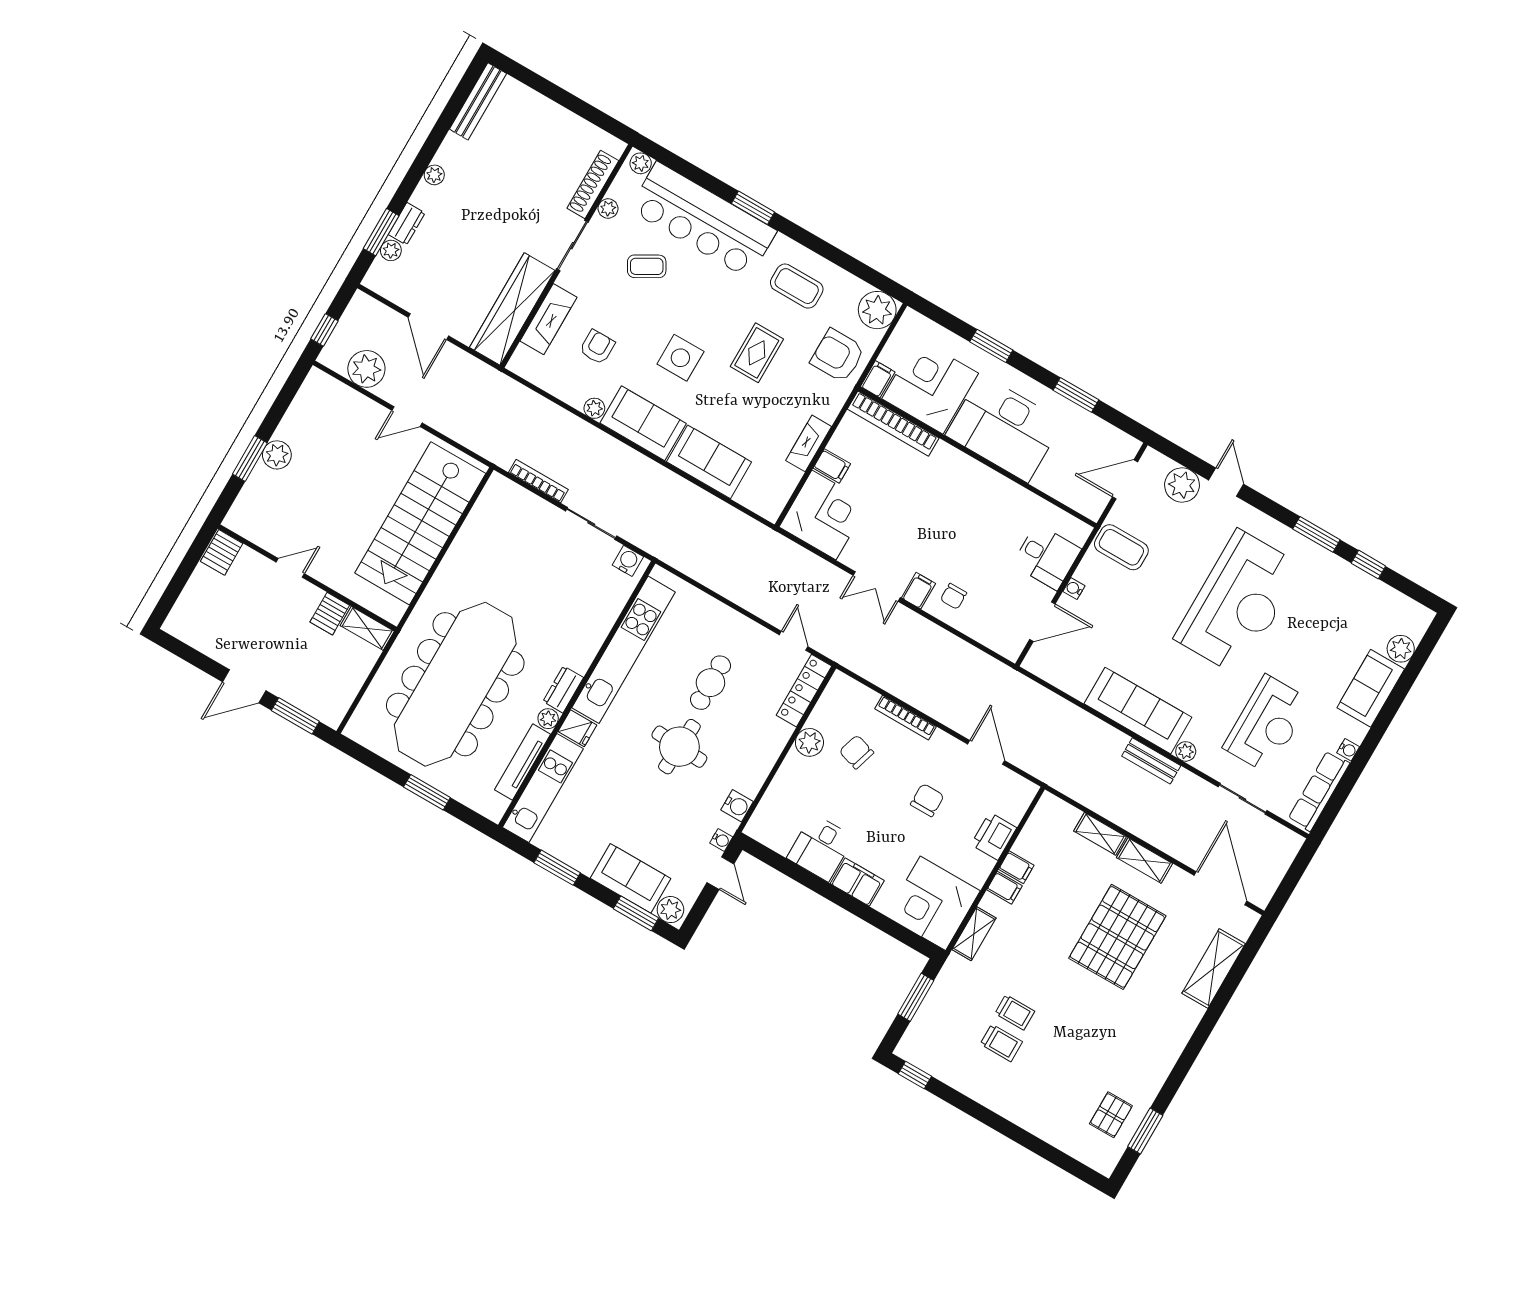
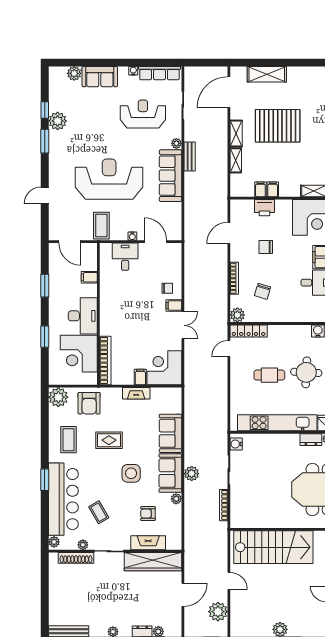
filing cabinet: (878, 379) -> (89, 277), moved
desk: (1004, 428) -> (83, 316), width x0.73, depth x0.77
plant: (622, 458) -> (192, 474), added
plant: (1182, 485) -> (58, 121), moved
reception desk: (1238, 602) -> (109, 179), moved
plant: (809, 742) -> (237, 315), moved
filing cabinet: (1004, 888) -> (260, 189), moved

